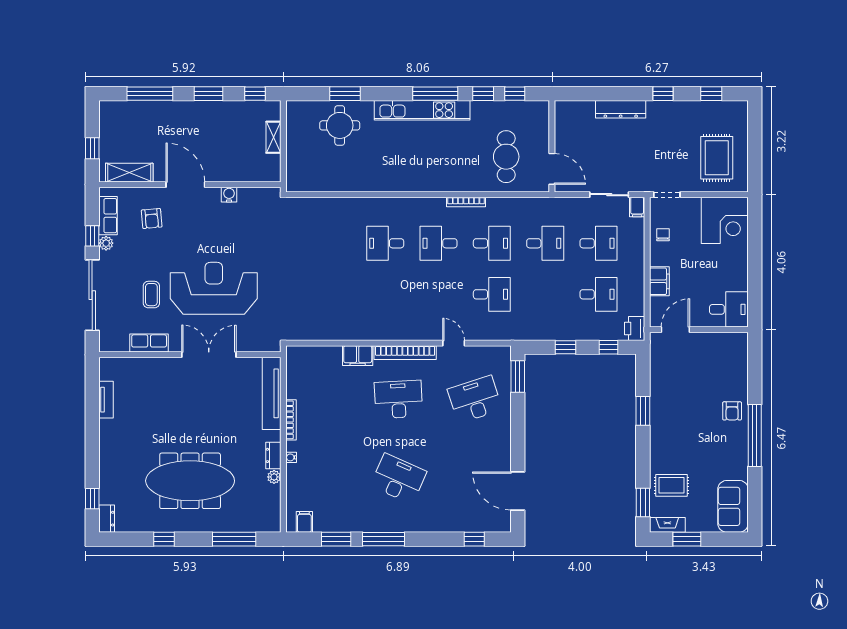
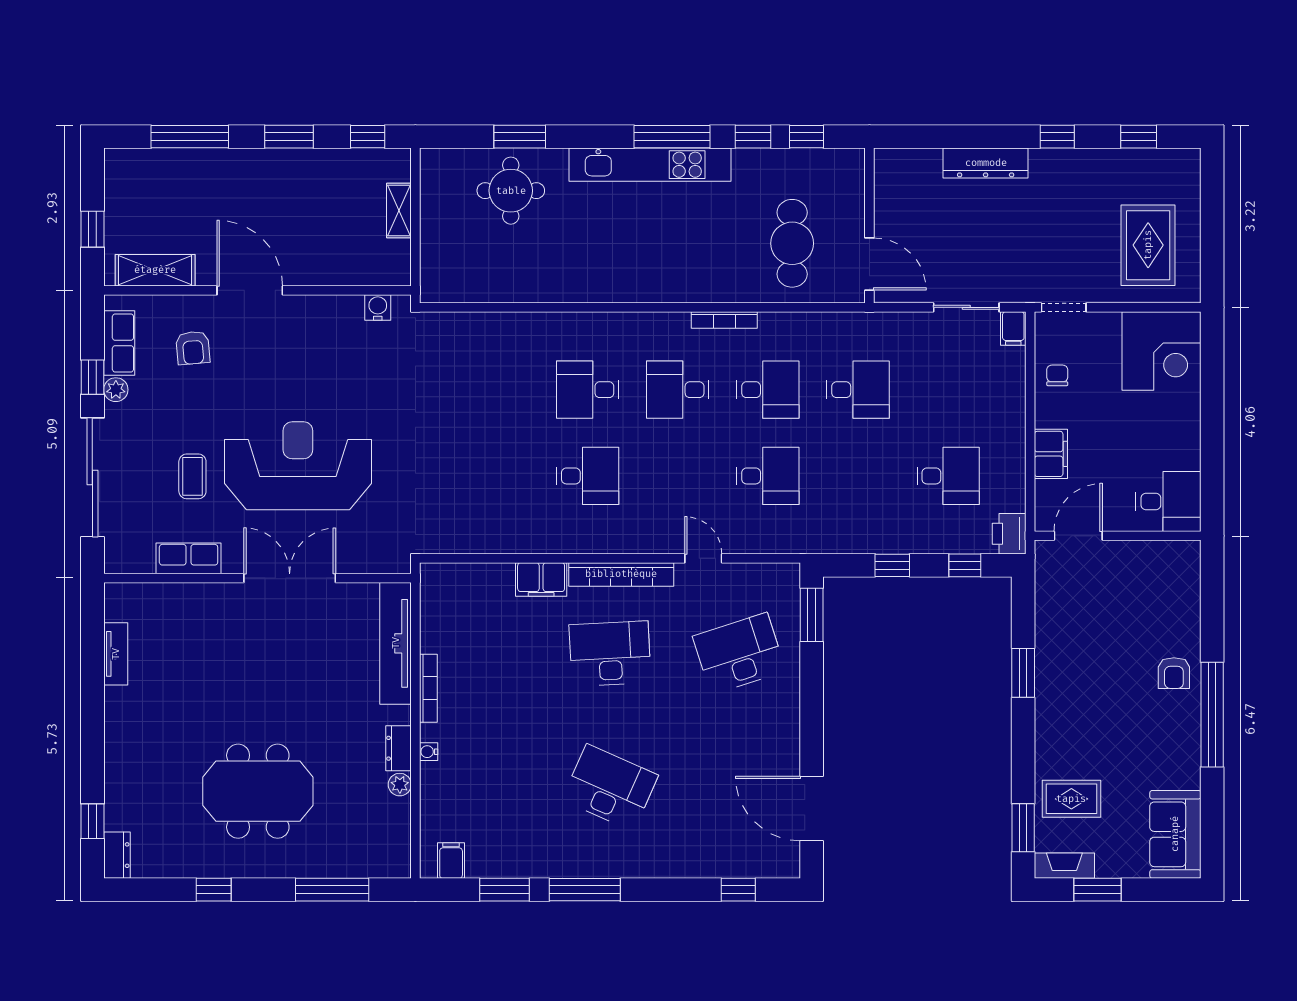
water cooler: (229, 195) -> (378, 307), moved
desk: (598, 243) -> (588, 476), moved
meeting table: (190, 481) -> (258, 791), width x0.73

